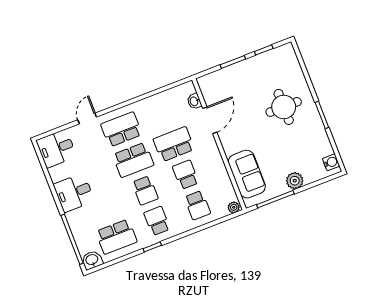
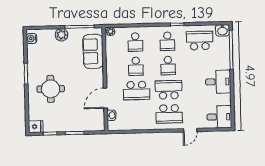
fridge: (285, 52) -> (36, 127), added
school desk: (145, 190) -> (168, 66), turned 180
school desk: (197, 205) -> (135, 42), turned 180

